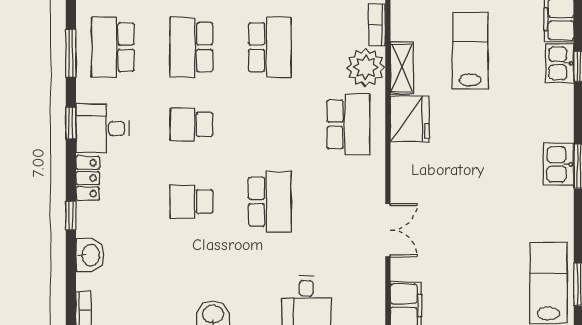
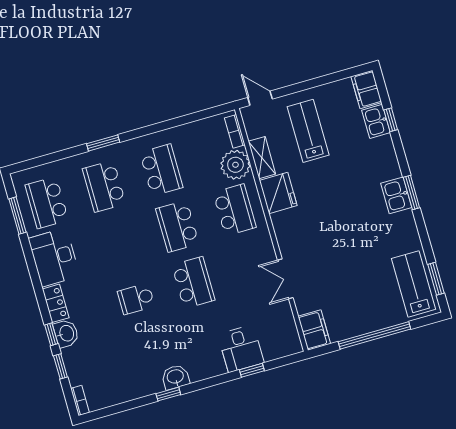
window: (71, 123) -> (60, 366), moved
school desk: (191, 124) -> (177, 226), moved, width x1.85
desk: (102, 128) -> (54, 257), width x1.37
double door: (388, 230) -> (285, 279), swing flipped
washbasin: (90, 255) -> (66, 333), moved

